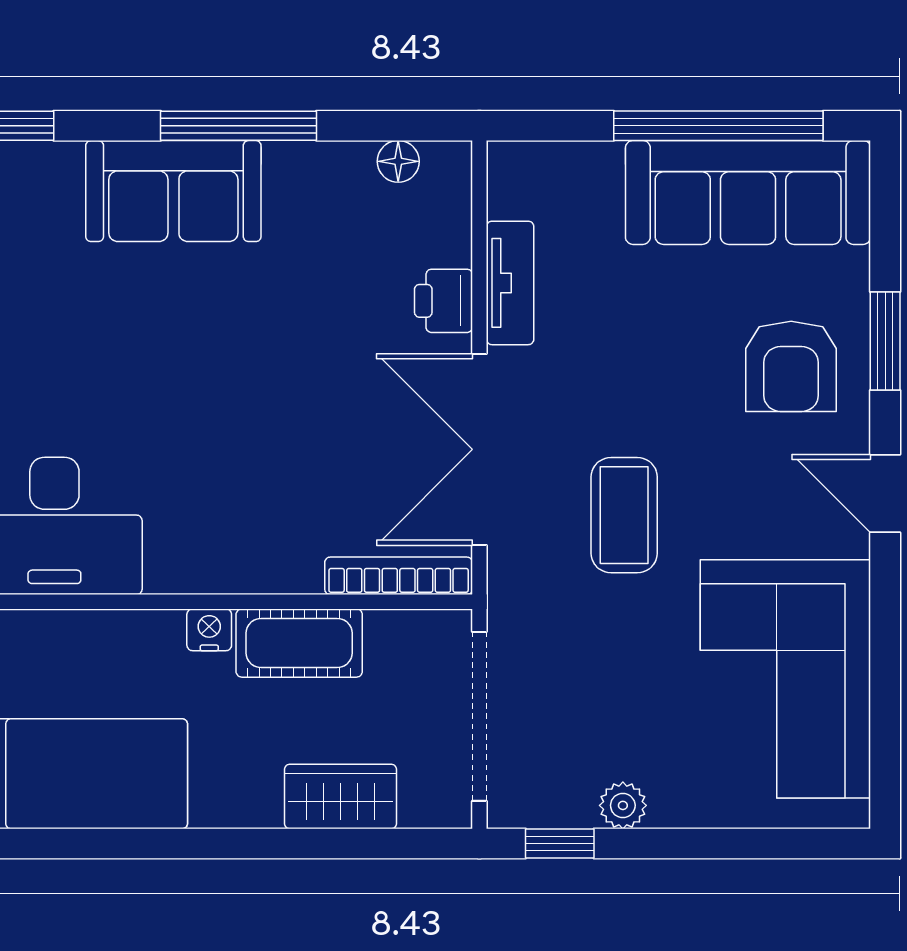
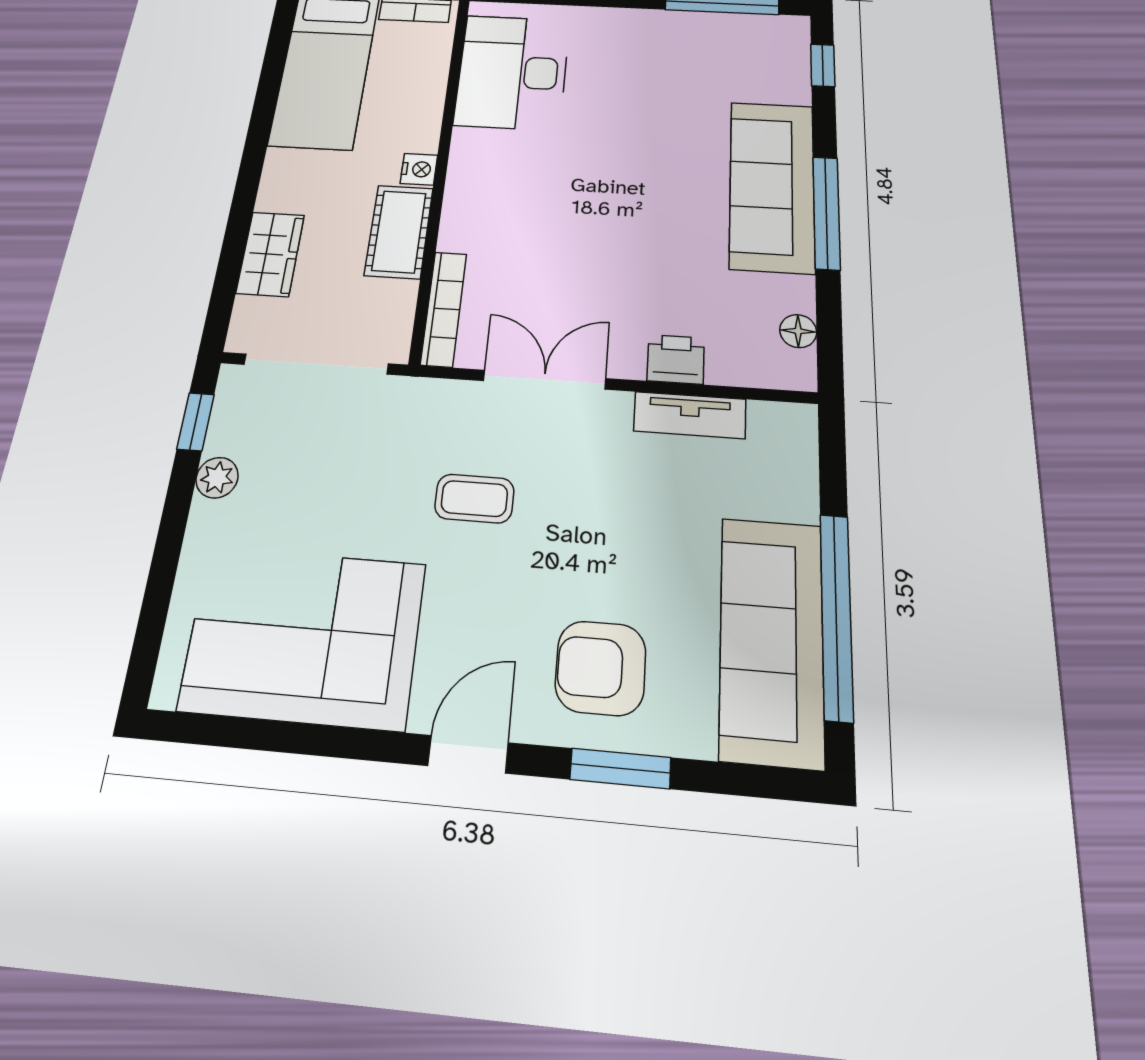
sofa: (173, 191) -> (772, 186), width x1.36
double door: (479, 449) -> (545, 380), width x0.73
coffee table: (624, 515) -> (474, 499), width x0.73, depth x0.77

